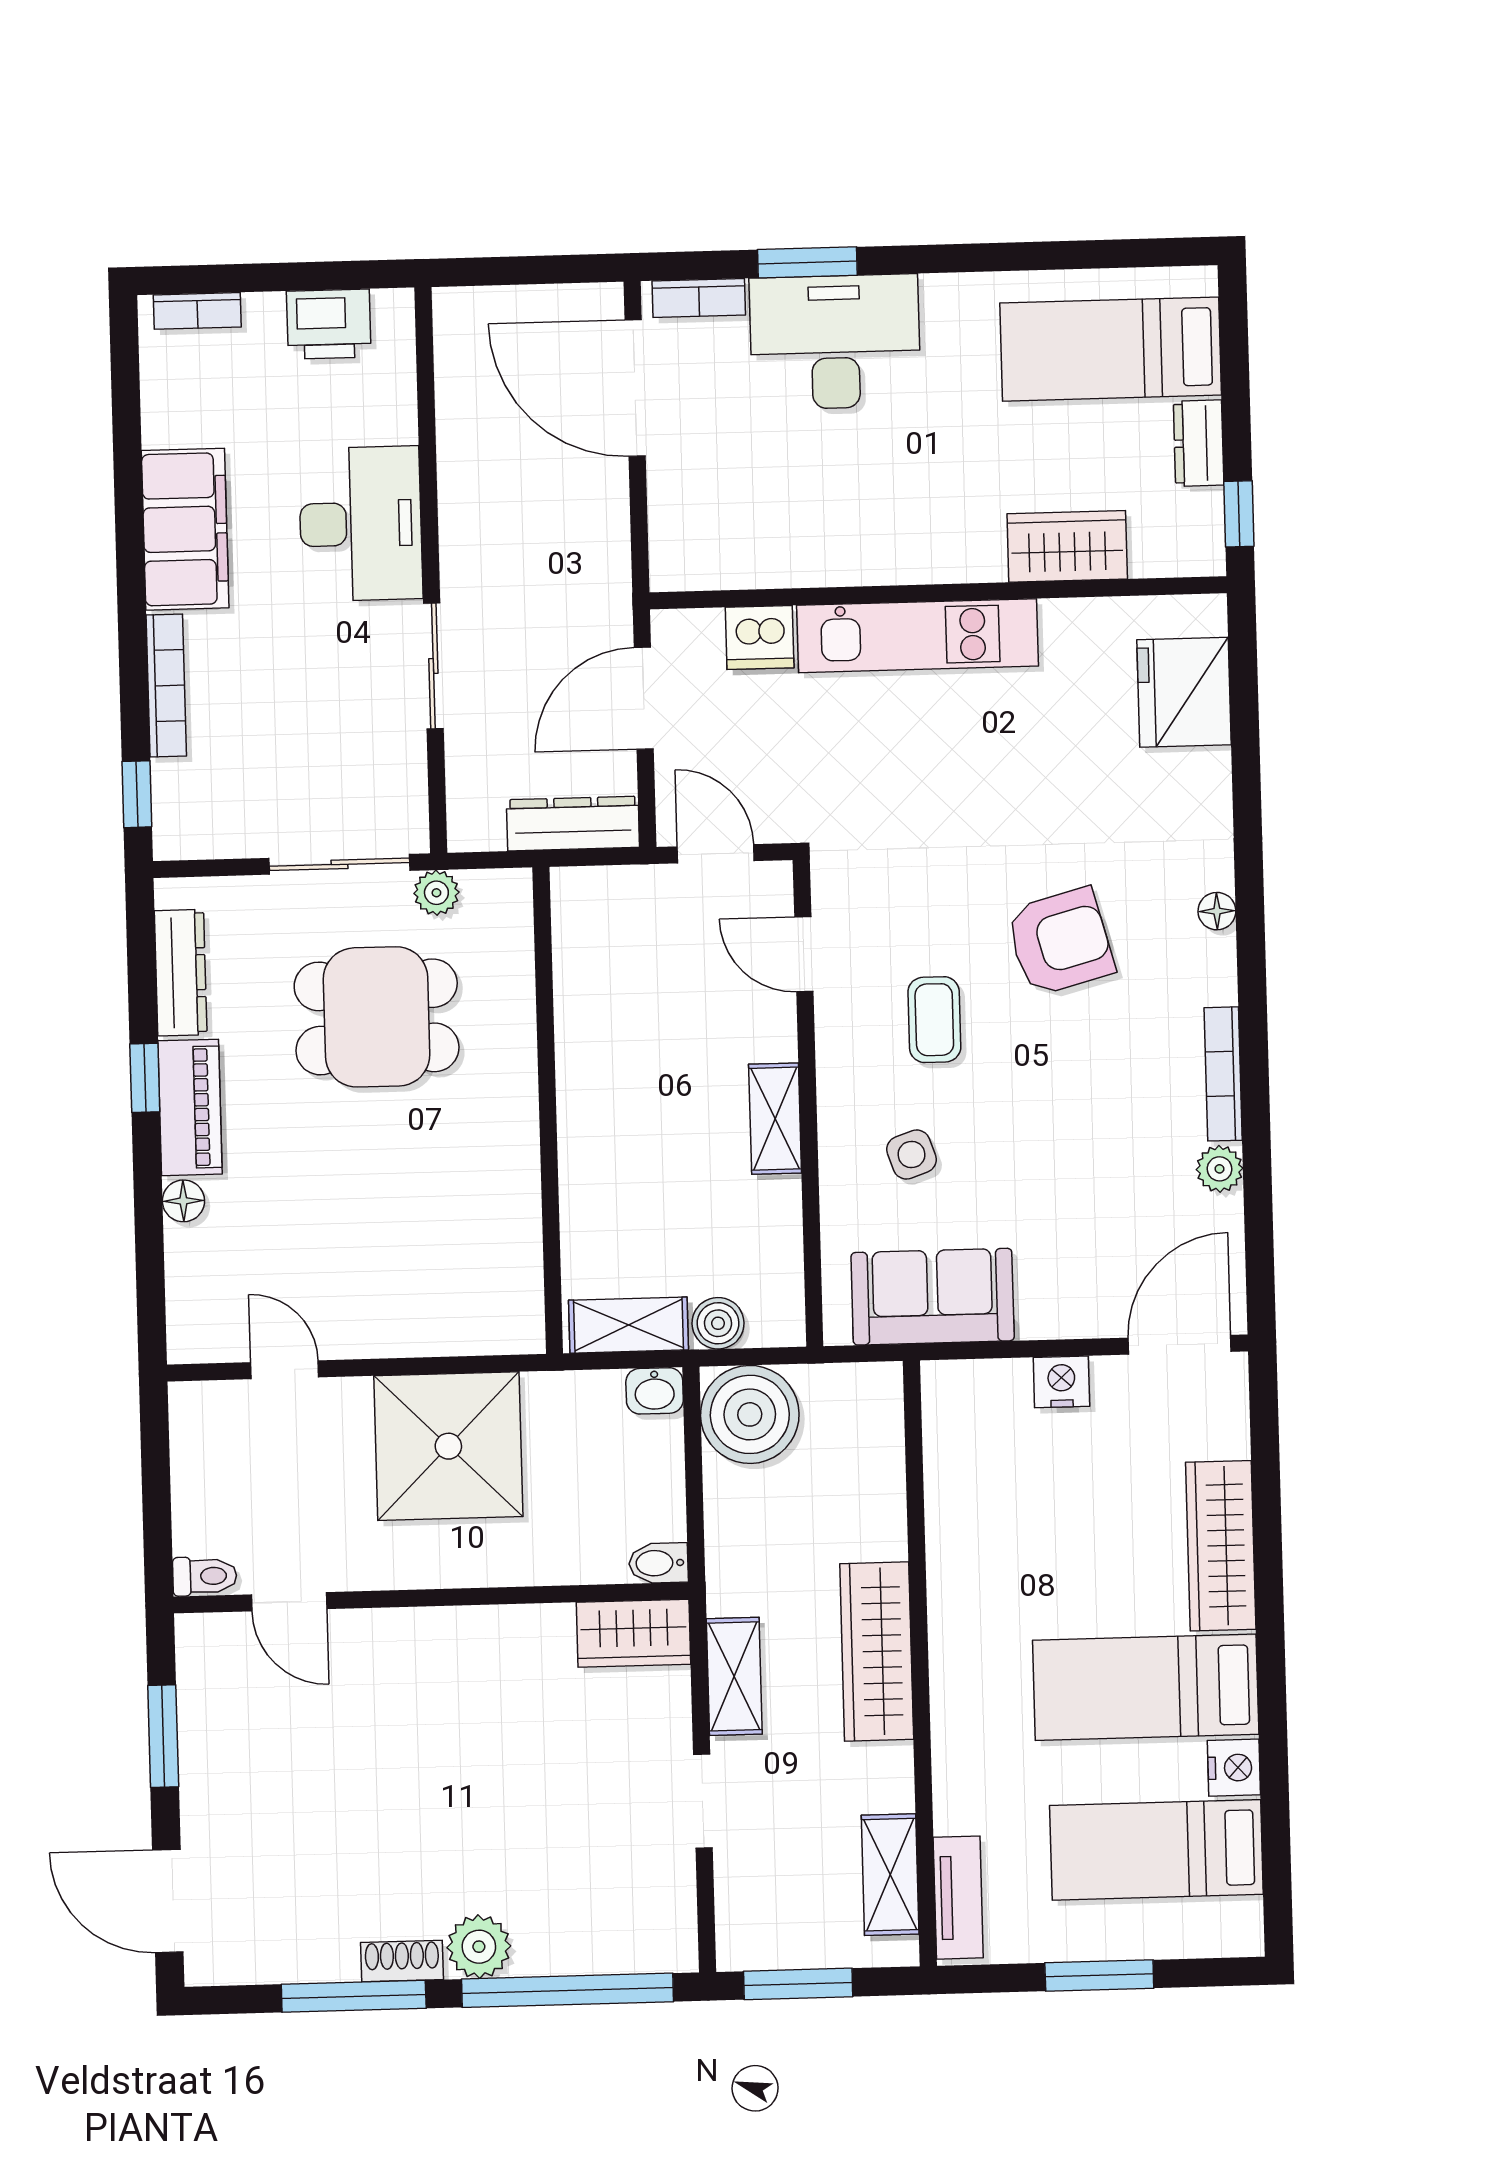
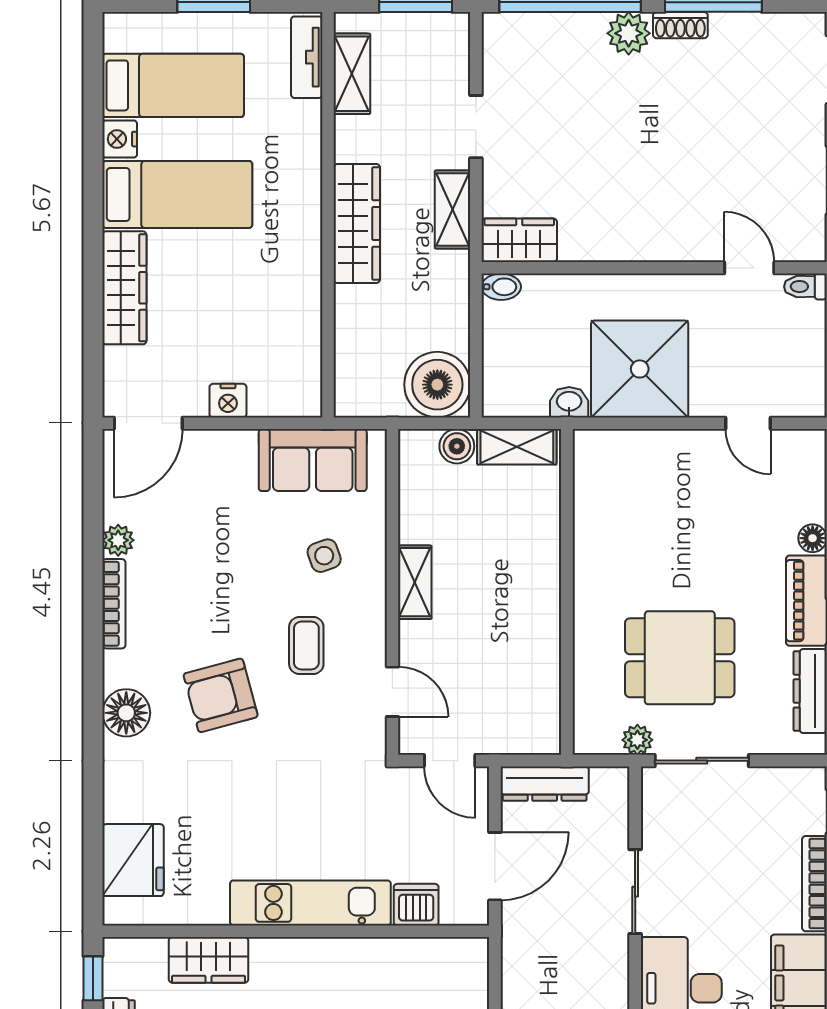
floor lamp: (1217, 911) -> (126, 713), width x1.89, depth x1.89
washbasin: (655, 1391) -> (569, 402), moved

